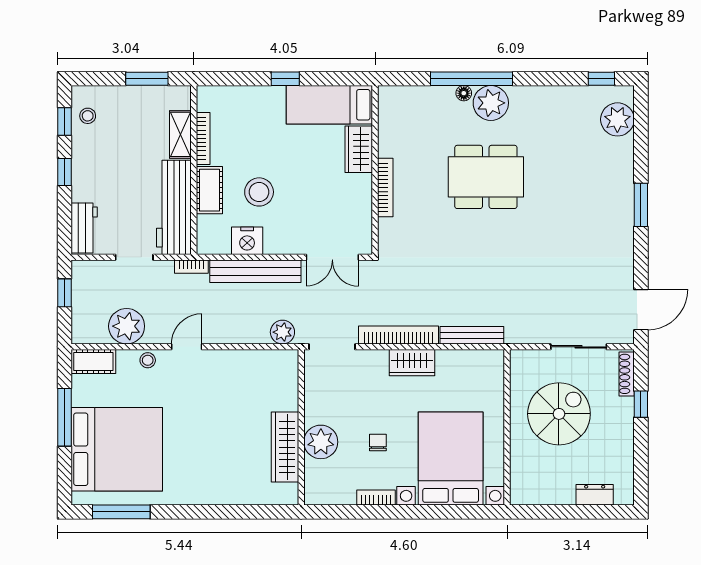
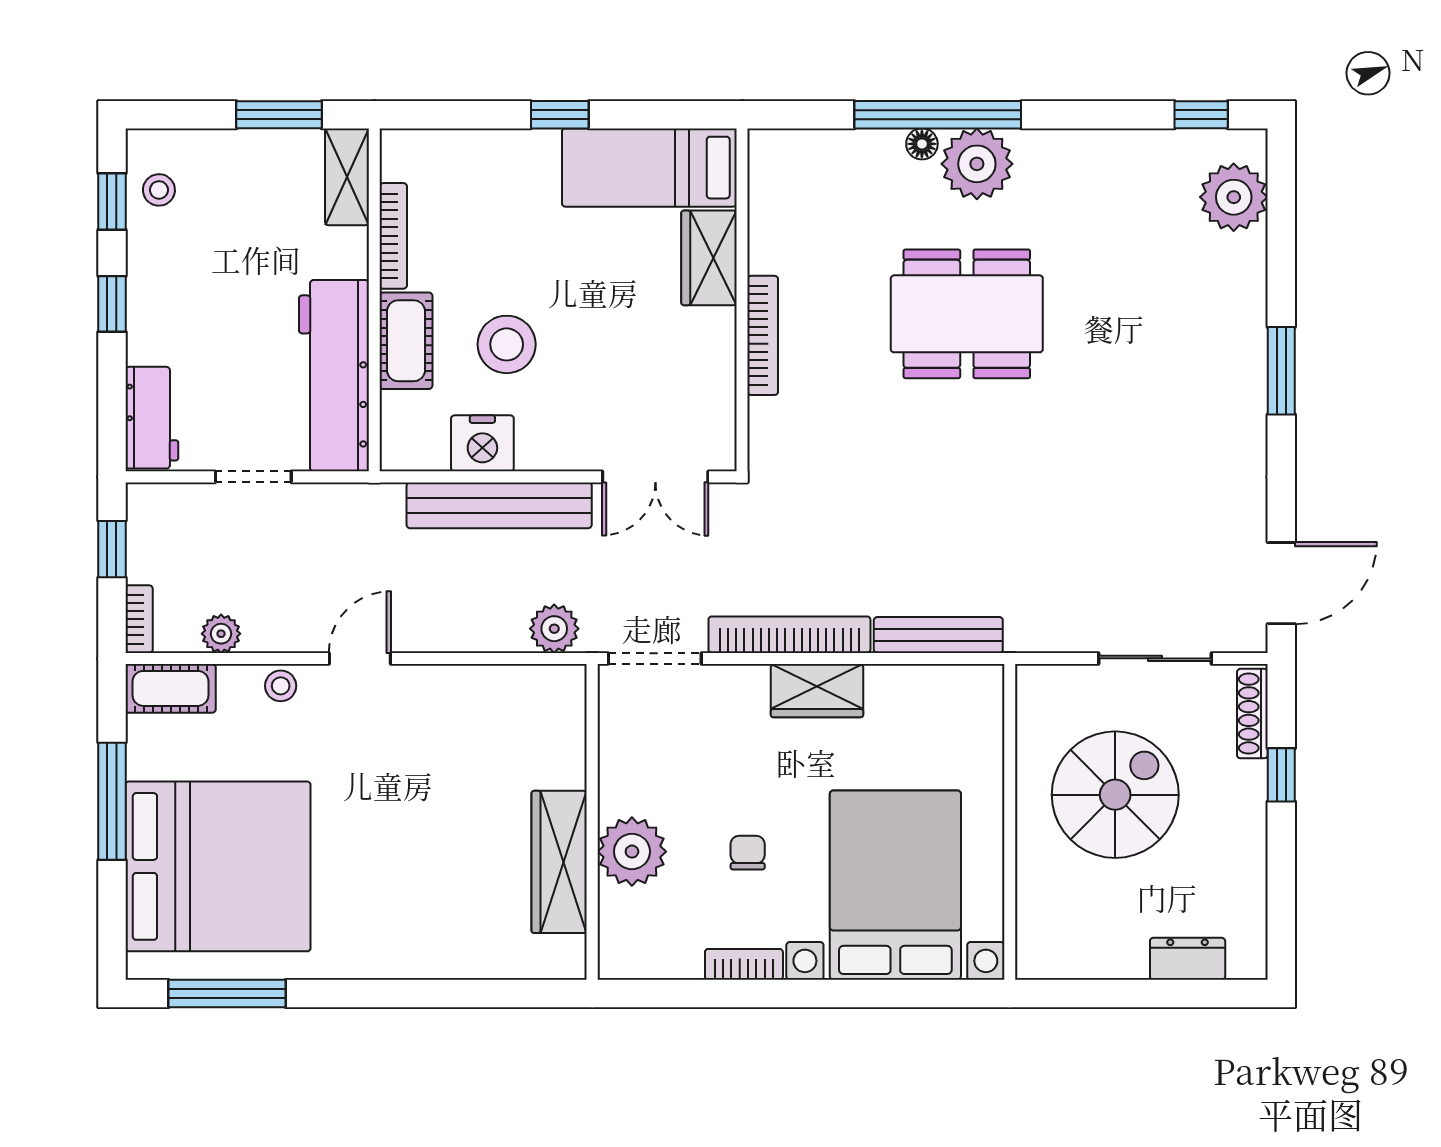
shelving: (180, 134) -> (347, 177), moved
bookcase: (191, 267) -> (139, 619), moved, turned -90
plant: (127, 326) -> (221, 634), width x0.53, depth x0.53

